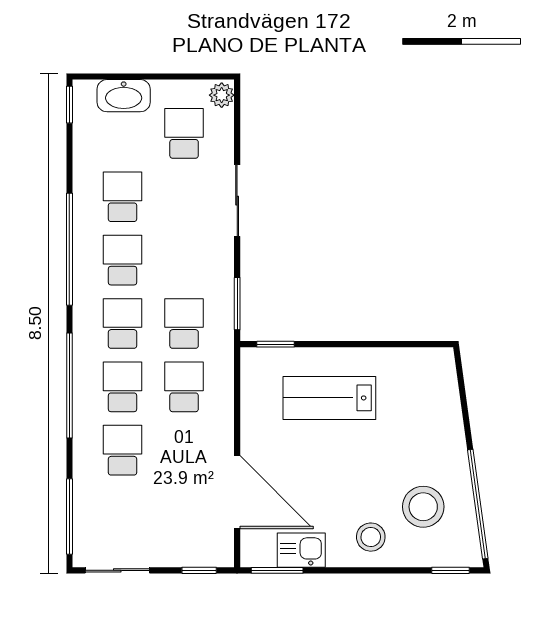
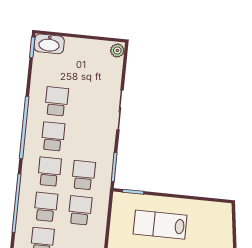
washbasin: (124, 96) -> (49, 44), moved
school desk: (184, 133) -> (94, 70), removed

